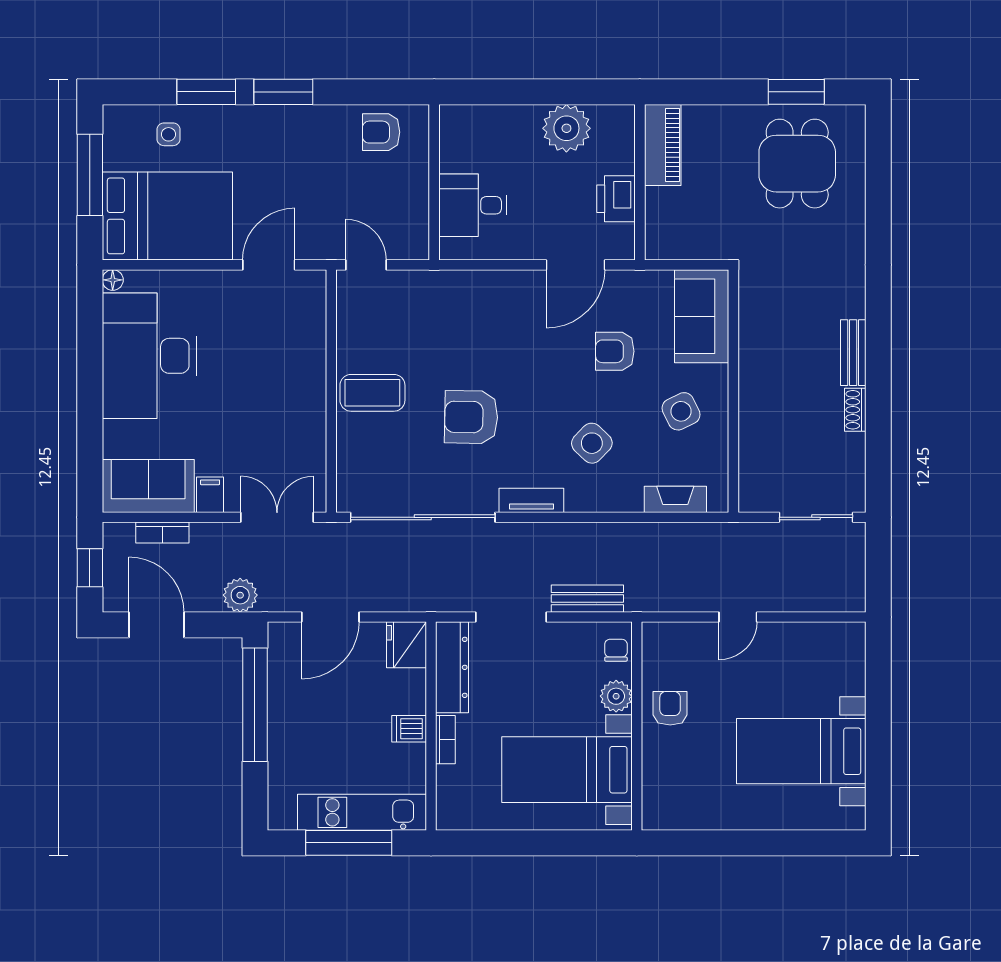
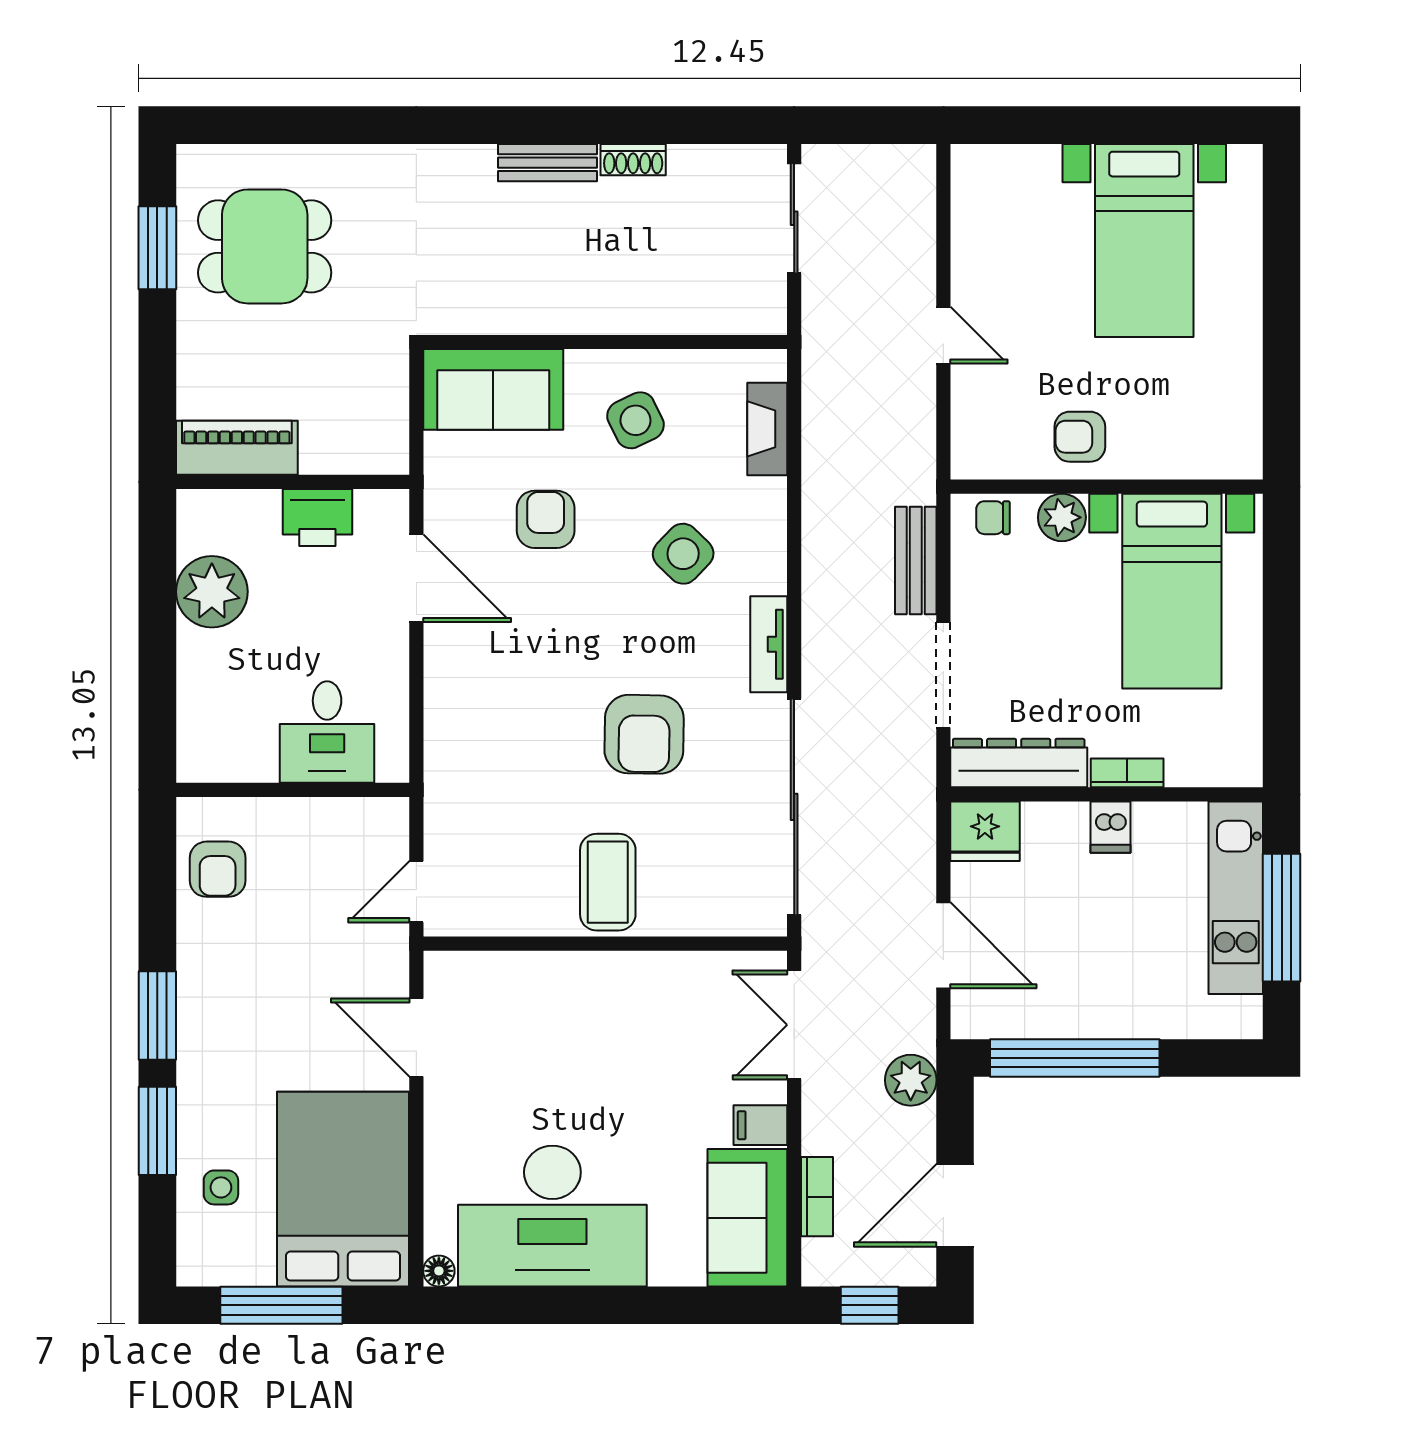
armchair: (615, 351) -> (546, 519), turned 180

